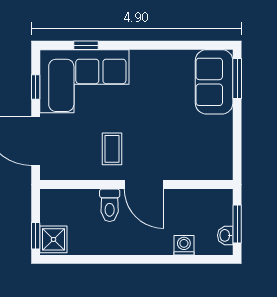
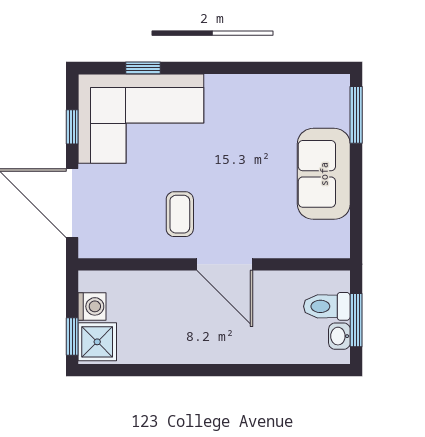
sofa: (214, 82) -> (324, 174), moved
toilet: (110, 205) -> (327, 306), moved, turned 90
washing machine: (184, 245) -> (92, 306), moved, turned 90

